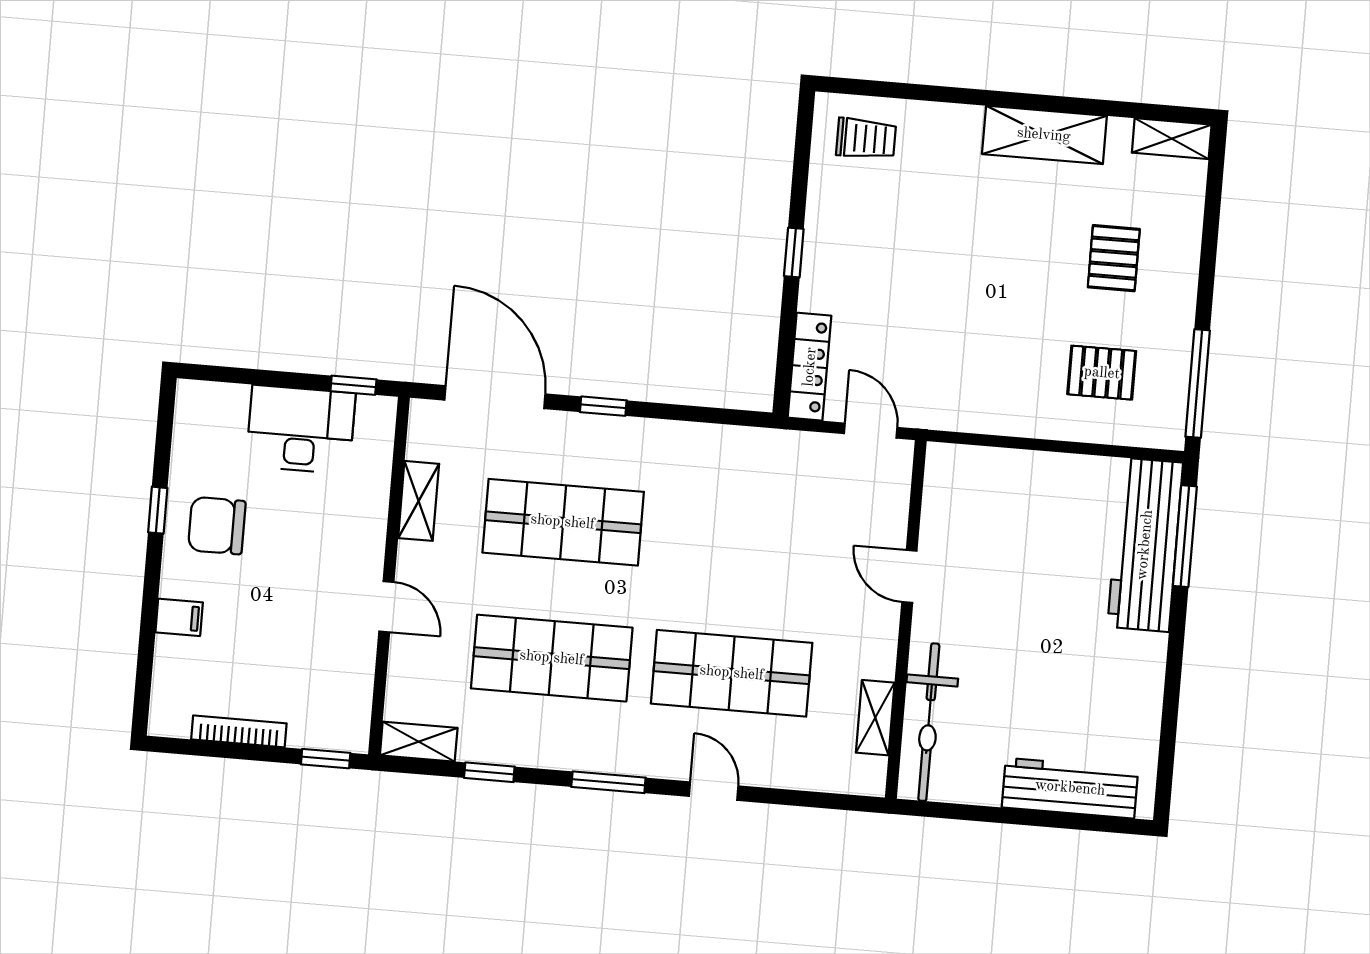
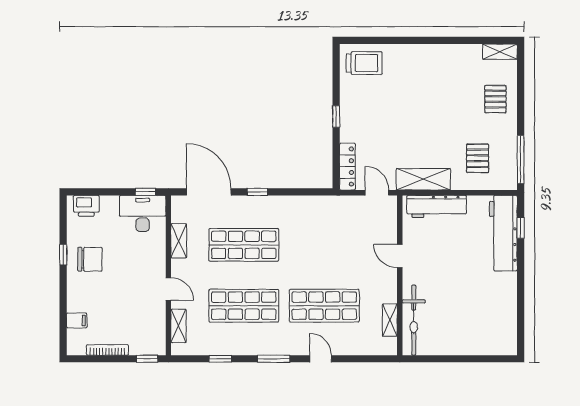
shelving: (1044, 135) -> (423, 179), moved
trolley: (866, 139) -> (364, 63), width x1.36, depth x1.39
pallet: (1114, 258) -> (495, 99), moved
pallet: (1102, 373) -> (478, 158), turned 90
printer: (219, 406) -> (86, 206), added
desk: (301, 430) -> (143, 213), moved
chair: (217, 526) -> (90, 259), turned 180
window: (1185, 536) -> (521, 228), width x0.46
filing cabinet: (179, 617) -> (77, 320), moved
shelving: (419, 742) -> (179, 326), moved, turned 90
workbench: (1070, 788) -> (437, 206), moved, turned 180

